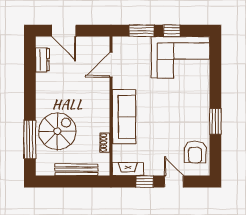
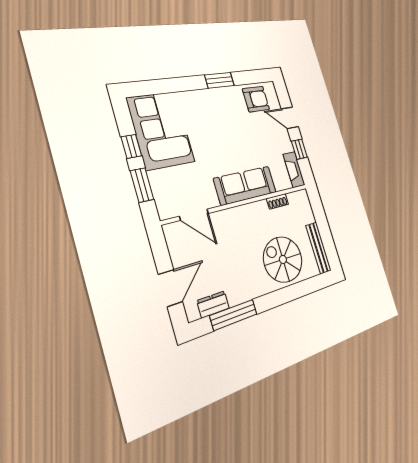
window: (30, 140) -> (234, 315), moved
bench: (76, 170) -> (318, 248), moved
door: (174, 181) -> (290, 118), hinge flipped

